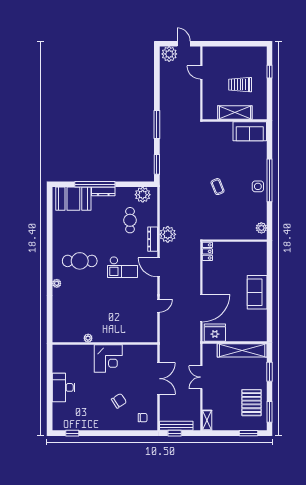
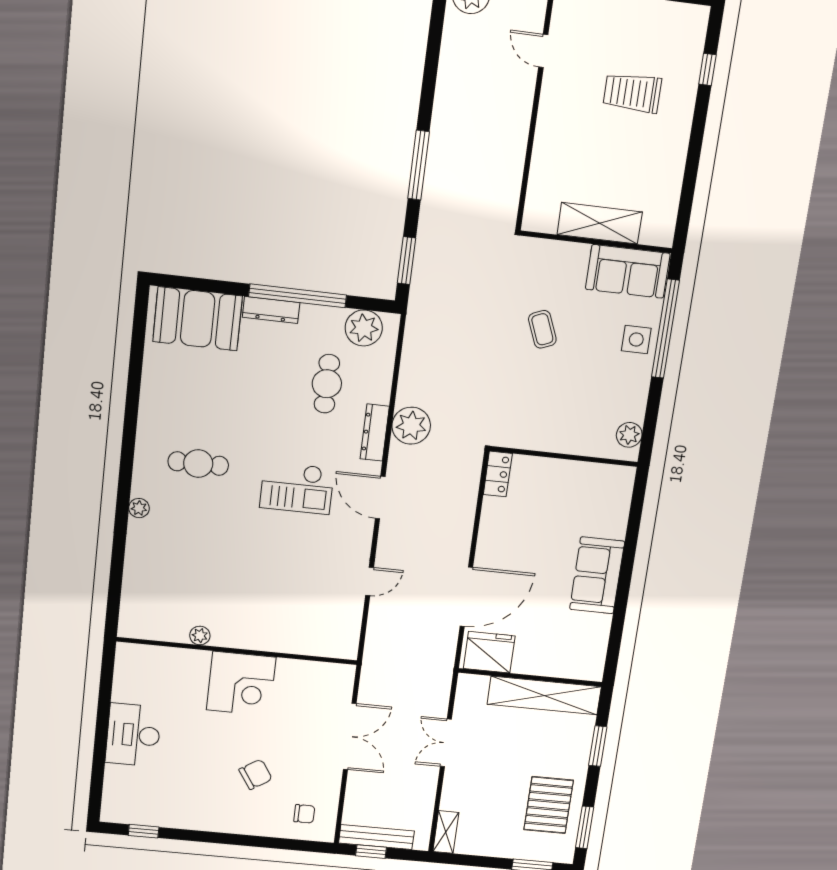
shelving: (235, 113) -> (600, 223), moved
wall: (235, 120) -> (596, 242), moved
sofa: (250, 131) -> (628, 271), moved
window: (95, 184) -> (298, 296), moved
cafe table: (80, 261) -> (198, 464), width x0.73, depth x0.74

